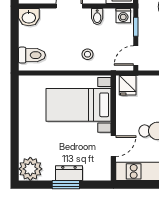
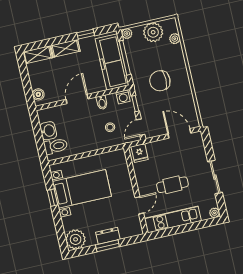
washbasin: (29, 17) -> (48, 131), moved, turned -90
stool: (88, 54) -> (110, 127), moved
bed with nightstands: (79, 105) -> (82, 189), moved, turned 180
window: (15, 114) -> (52, 198), added

